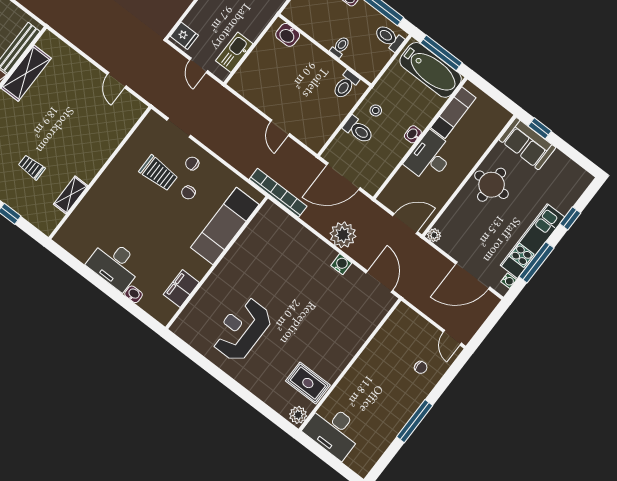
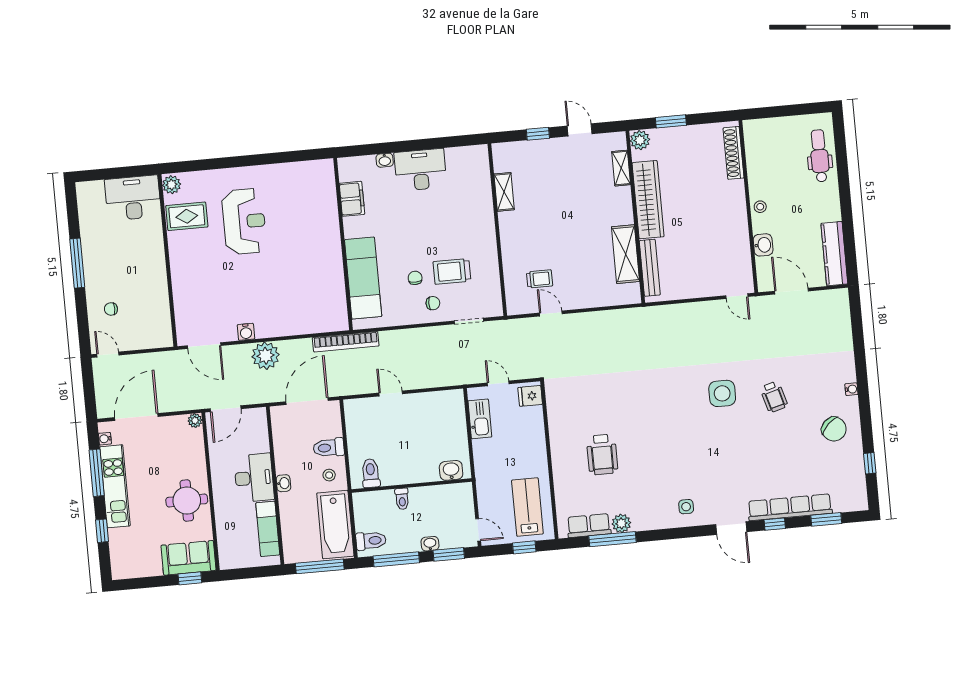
bathtub: (431, 70) -> (335, 525), moved, turned -90
trolley: (32, 167) -> (540, 279), moved
reception desk: (242, 329) -> (244, 221), moved

